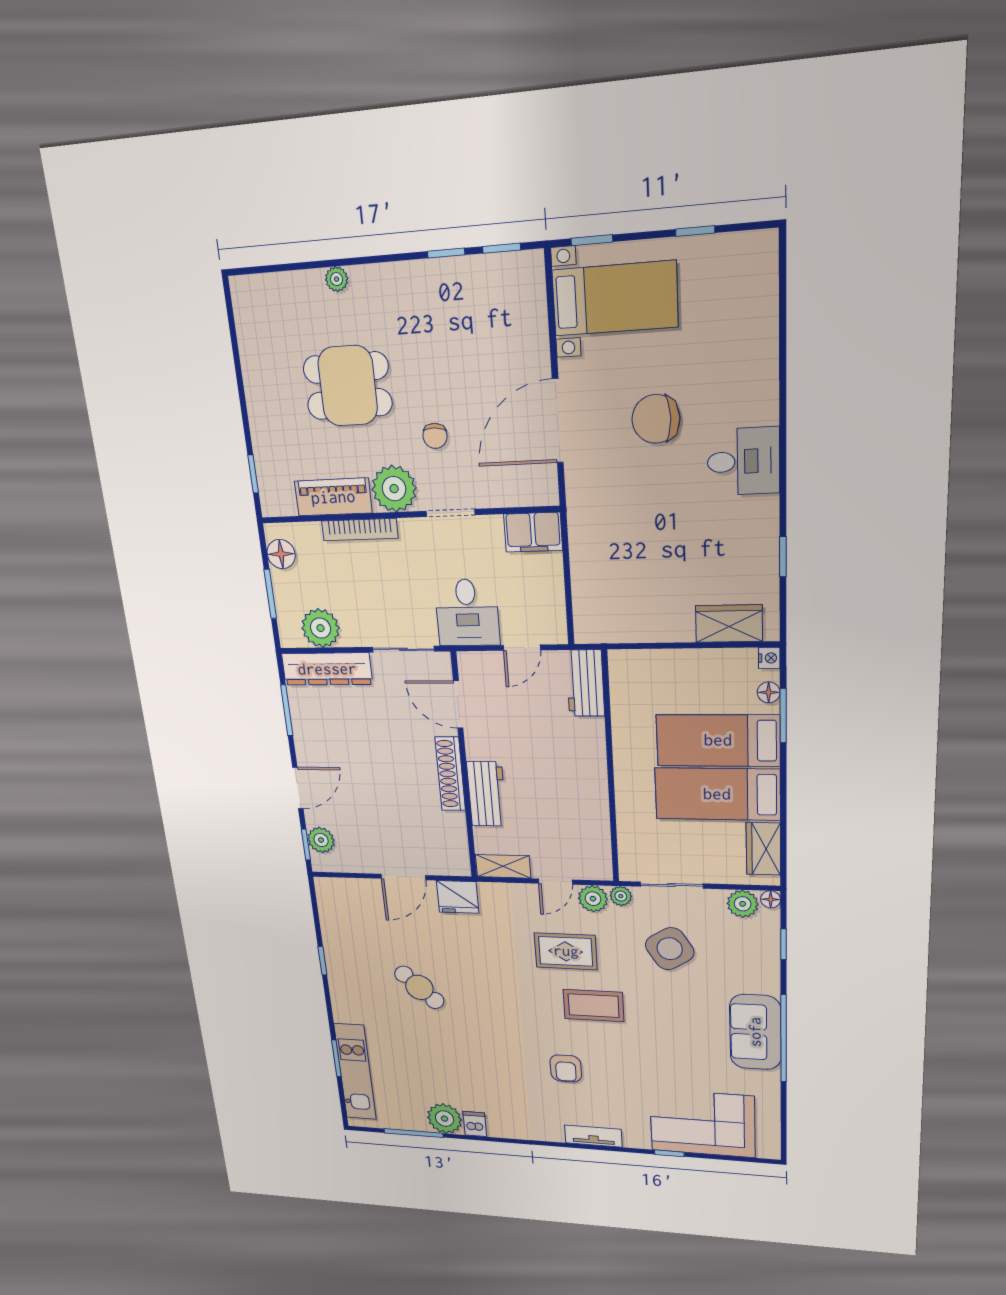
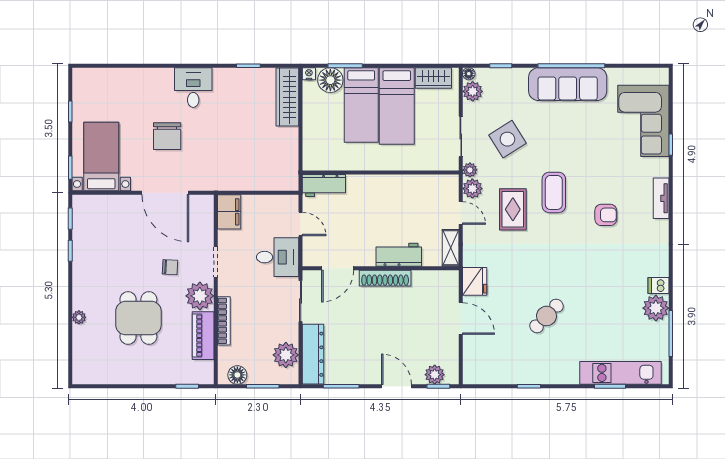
wardrobe: (729, 624) -> (287, 97), width x1.50
floor lamp: (769, 692) -> (330, 80), width x1.89, depth x1.89
sofa: (755, 1032) -> (568, 84), width x1.36

